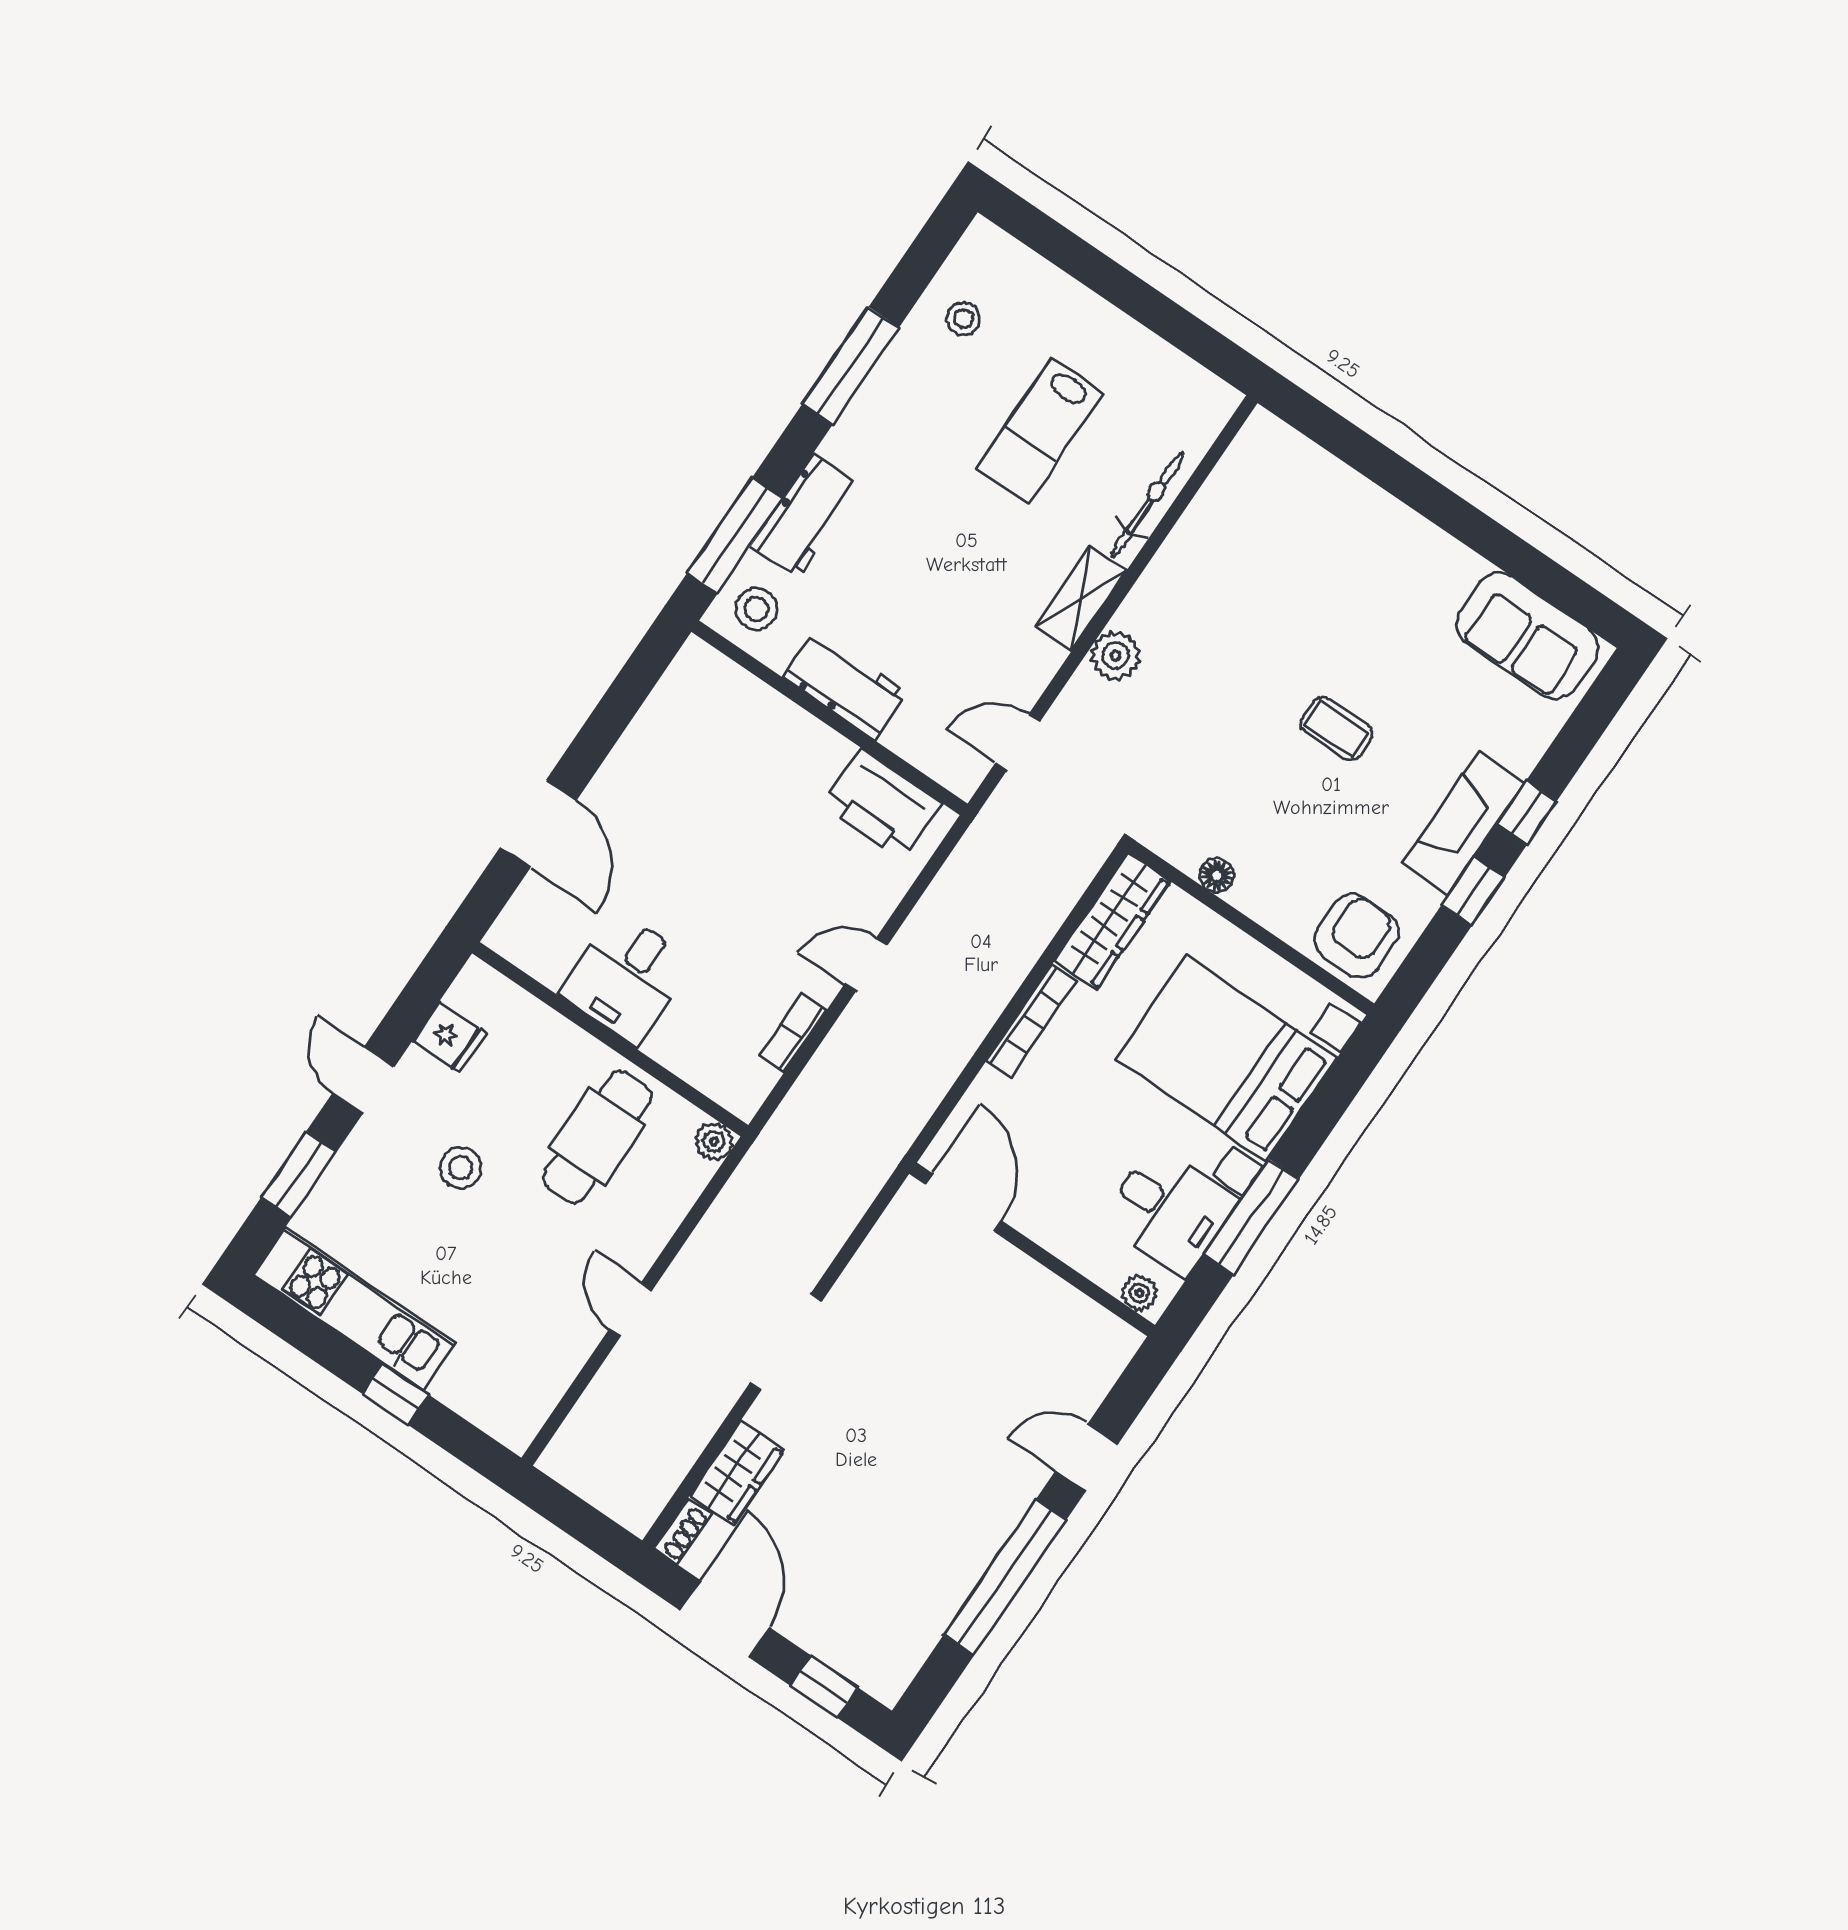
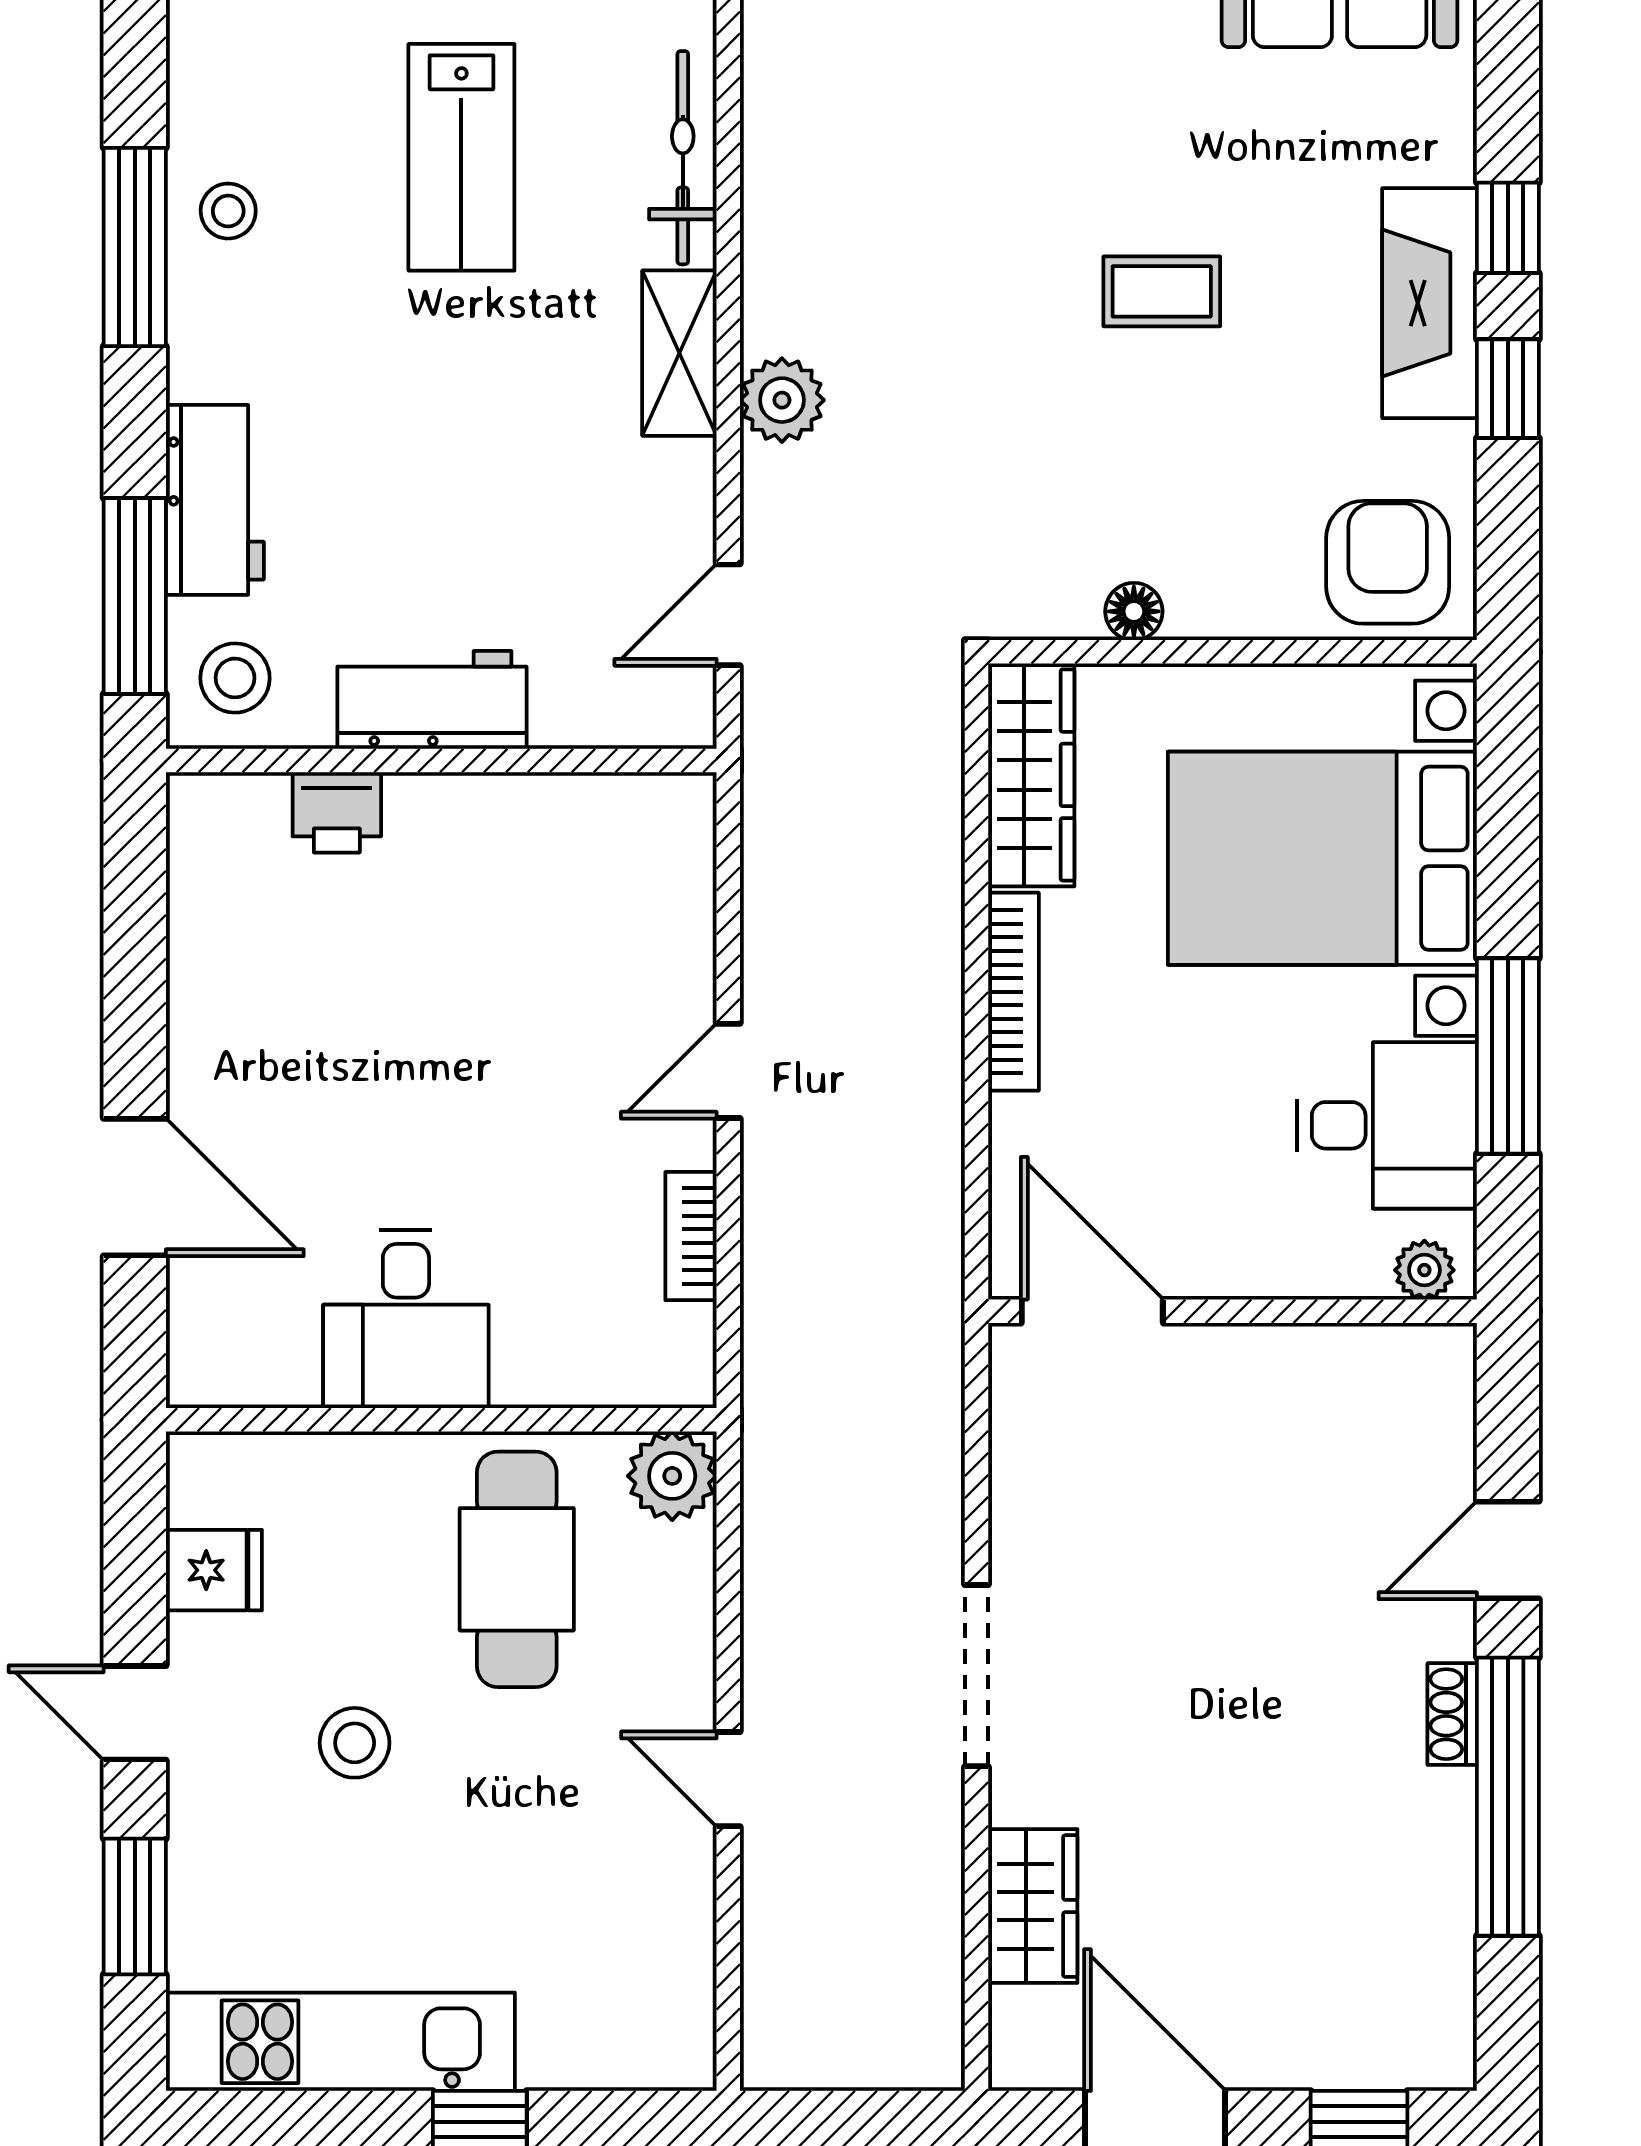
stool: (964, 319) -> (228, 211), moved
printer: (881, 804) -> (337, 812), moved, width x0.53, depth x0.68
plant: (714, 1141) -> (672, 1476), width x1.38, depth x1.38
shoe rack: (683, 1532) -> (1452, 1714), moved, turned 180

